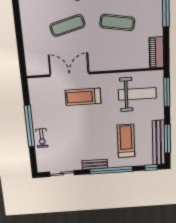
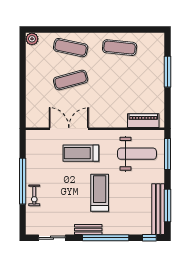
exercise mat: (117, 22) -> (120, 80), removed
piano: (156, 52) -> (143, 121), moved, turned 90
treadmill: (126, 141) -> (100, 193), moved

